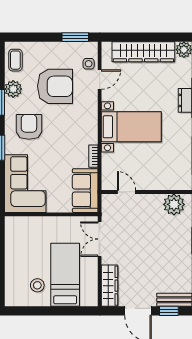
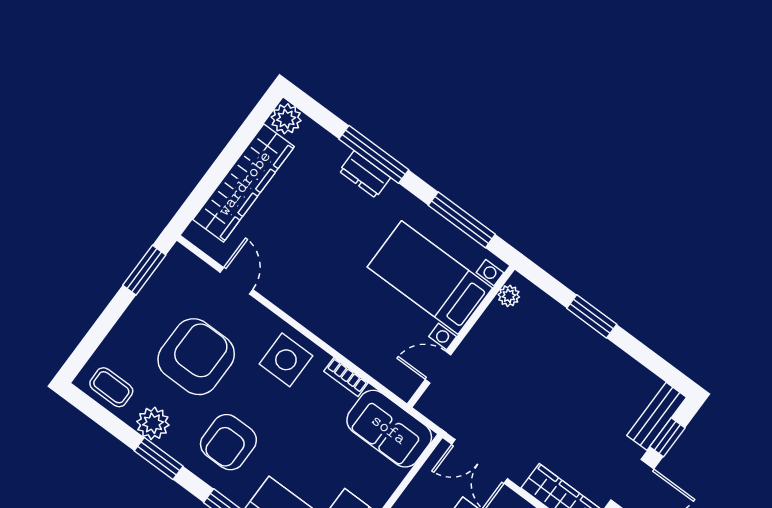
side table: (89, 64) -> (286, 360), moved, width x1.87, depth x1.87
armchair: (29, 127) -> (228, 442), turned -90
bed with nightstands: (131, 127) -> (430, 278), moved, turned -90
plant: (174, 204) -> (509, 296), width x0.53, depth x0.53

